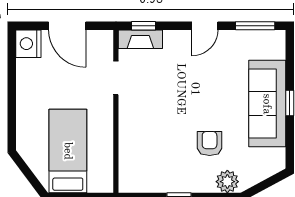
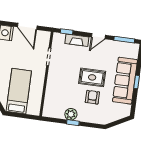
fireplace: (140, 39) -> (77, 40), moved
rug: (204, 106) -> (92, 77), added
plant: (227, 182) -> (71, 114), moved

